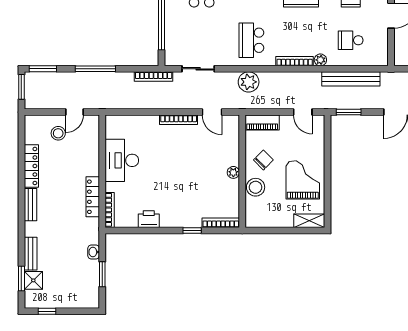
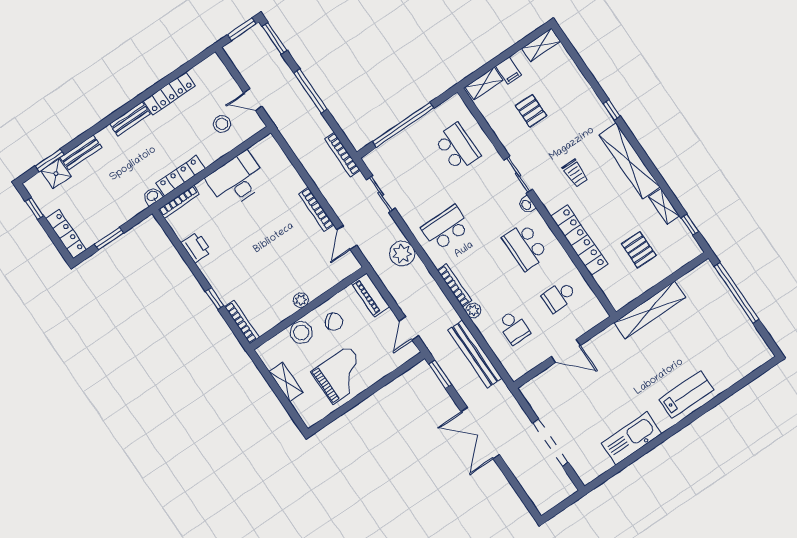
school desk: (351, 40) -> (514, 327), turned 180
stool: (58, 133) -> (222, 124), moved
shelving: (309, 221) -> (286, 382), moved
washbasin: (94, 252) -> (153, 196), moved
locker: (79, 302) -> (66, 234), added

